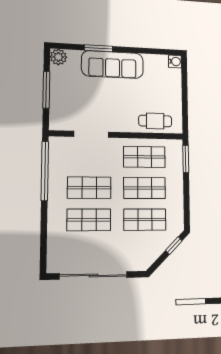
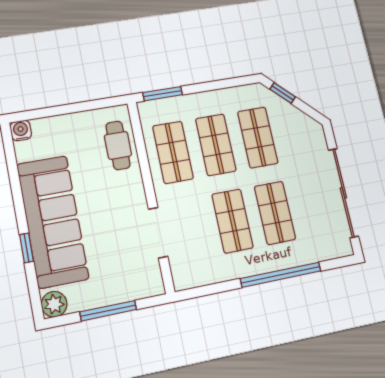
window: (98, 48) -> (26, 248), width x0.67
sofa: (112, 65) -> (53, 221), width x1.36, depth x1.27
window: (45, 171) -> (281, 275), moved

